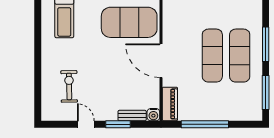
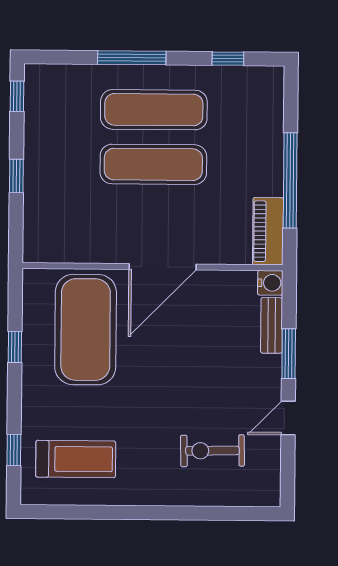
window: (266, 92) -> (228, 59), width x0.46
piano: (170, 104) -> (268, 231), moved, turned -90

